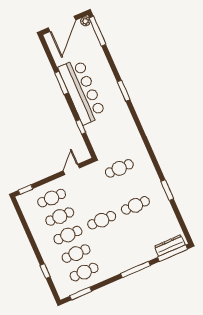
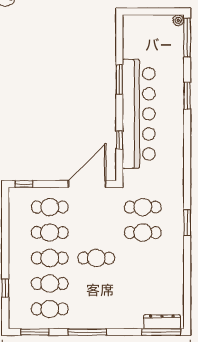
door: (62, 24) -> (150, 11), removed
bar counter: (82, 91) -> (139, 114), width x1.36
window: (124, 91) -> (187, 96), moved
door: (71, 169) -> (87, 184), width x1.88
window: (167, 190) -> (187, 223), moved
cafe table: (135, 205) -> (143, 233), moved
window: (135, 270) -> (87, 332), moved

